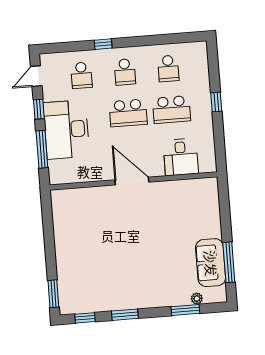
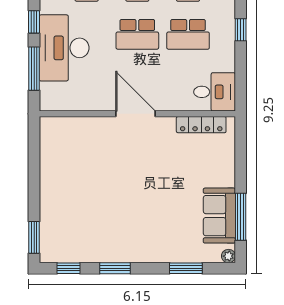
desk: (181, 157) -> (215, 92), moved, turned -90
locker: (189, 186) -> (201, 125), added
plant: (197, 299) -> (228, 256), moved

